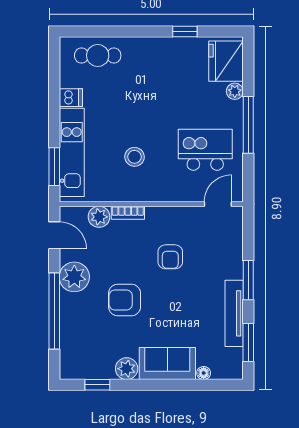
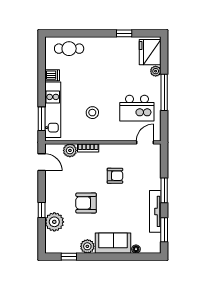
kitchen island: (205, 150) -> (137, 108), turned 180
armchair: (170, 257) -> (115, 176), turned -90
plant: (74, 277) -> (54, 222), moved
window: (54, 311) -> (42, 210), width x0.32

